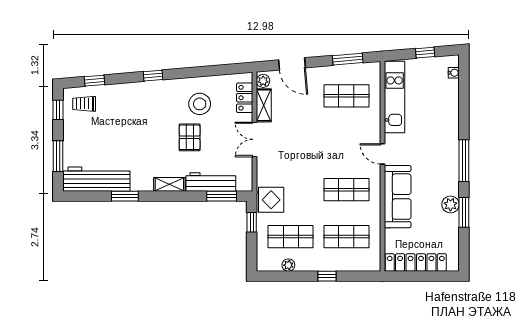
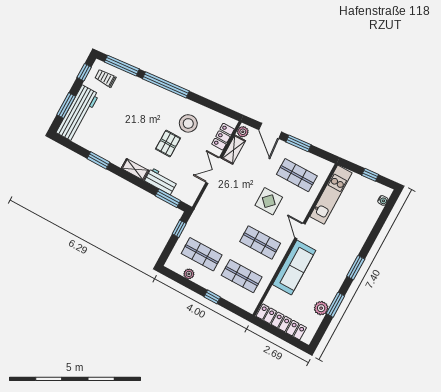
window: (348, 59) -> (298, 143), moved
window: (153, 76) -> (166, 85), width x3.17
window: (94, 81) -> (122, 66), width x2.17
window: (464, 161) -> (356, 268), width x0.69
workbench: (96, 179) -> (78, 113), moved, turned 90
workbench: (211, 182) -> (161, 181), width x0.73
display table: (271, 200) -> (269, 201), moved
plant: (450, 205) -> (321, 308), moved

